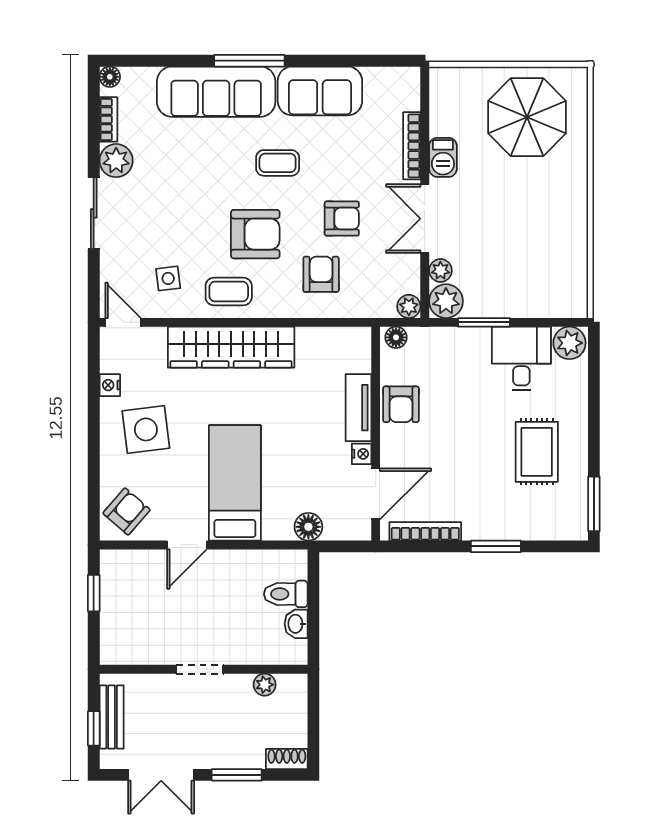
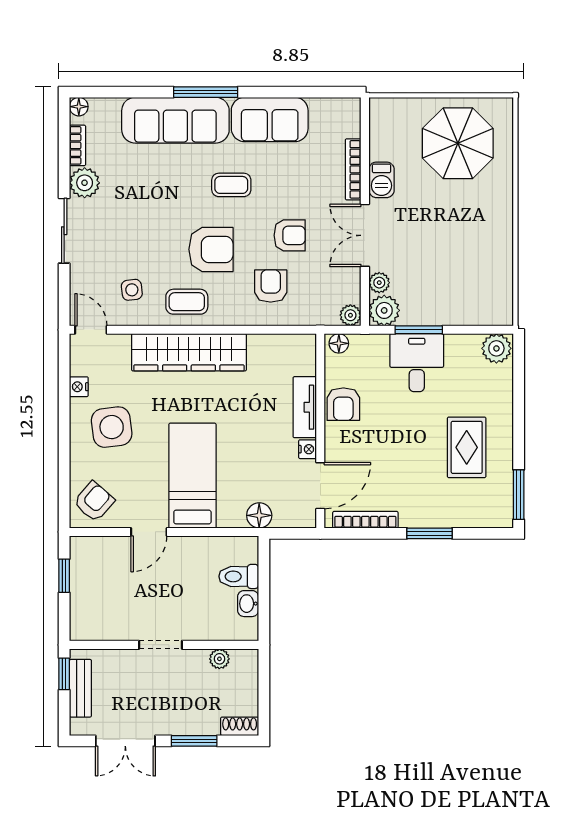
desk: (521, 359) -> (417, 363), moved
window: (94, 728) -> (64, 674), moved

